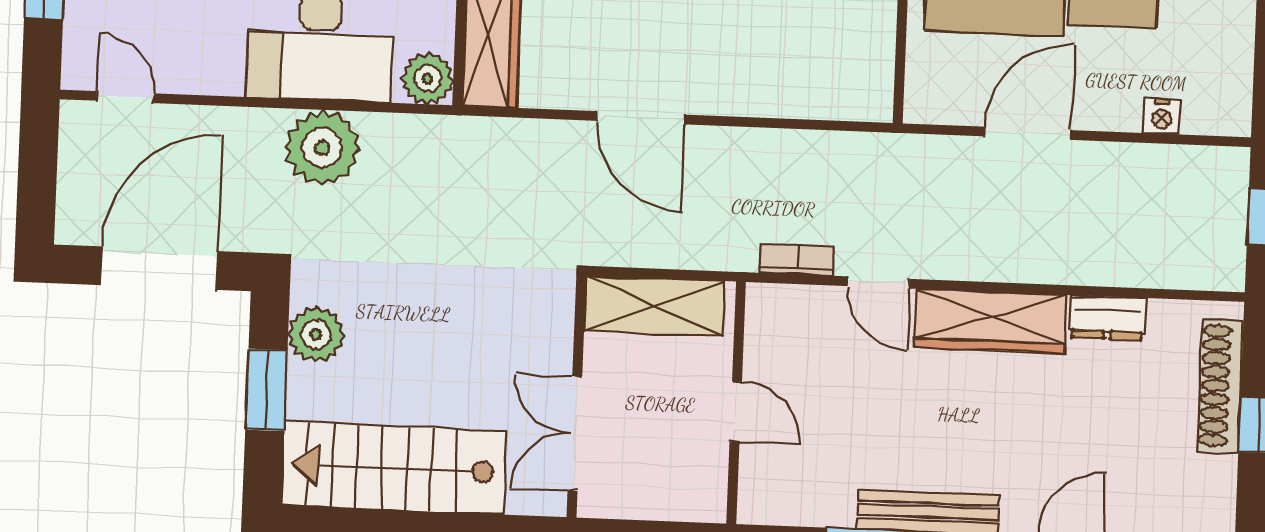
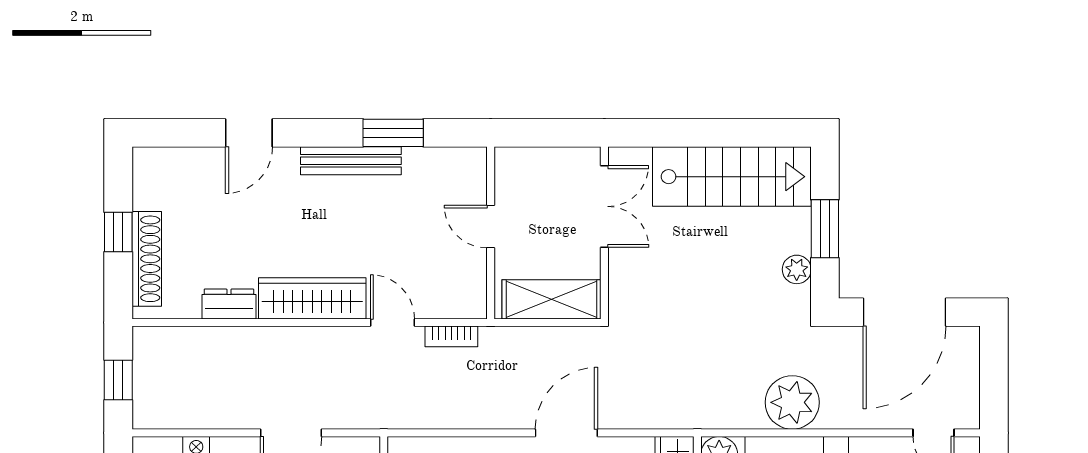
door: (641, 118) -> (566, 433), hinge flipped
plant: (316, 334) -> (797, 269), width x0.73, depth x0.73

